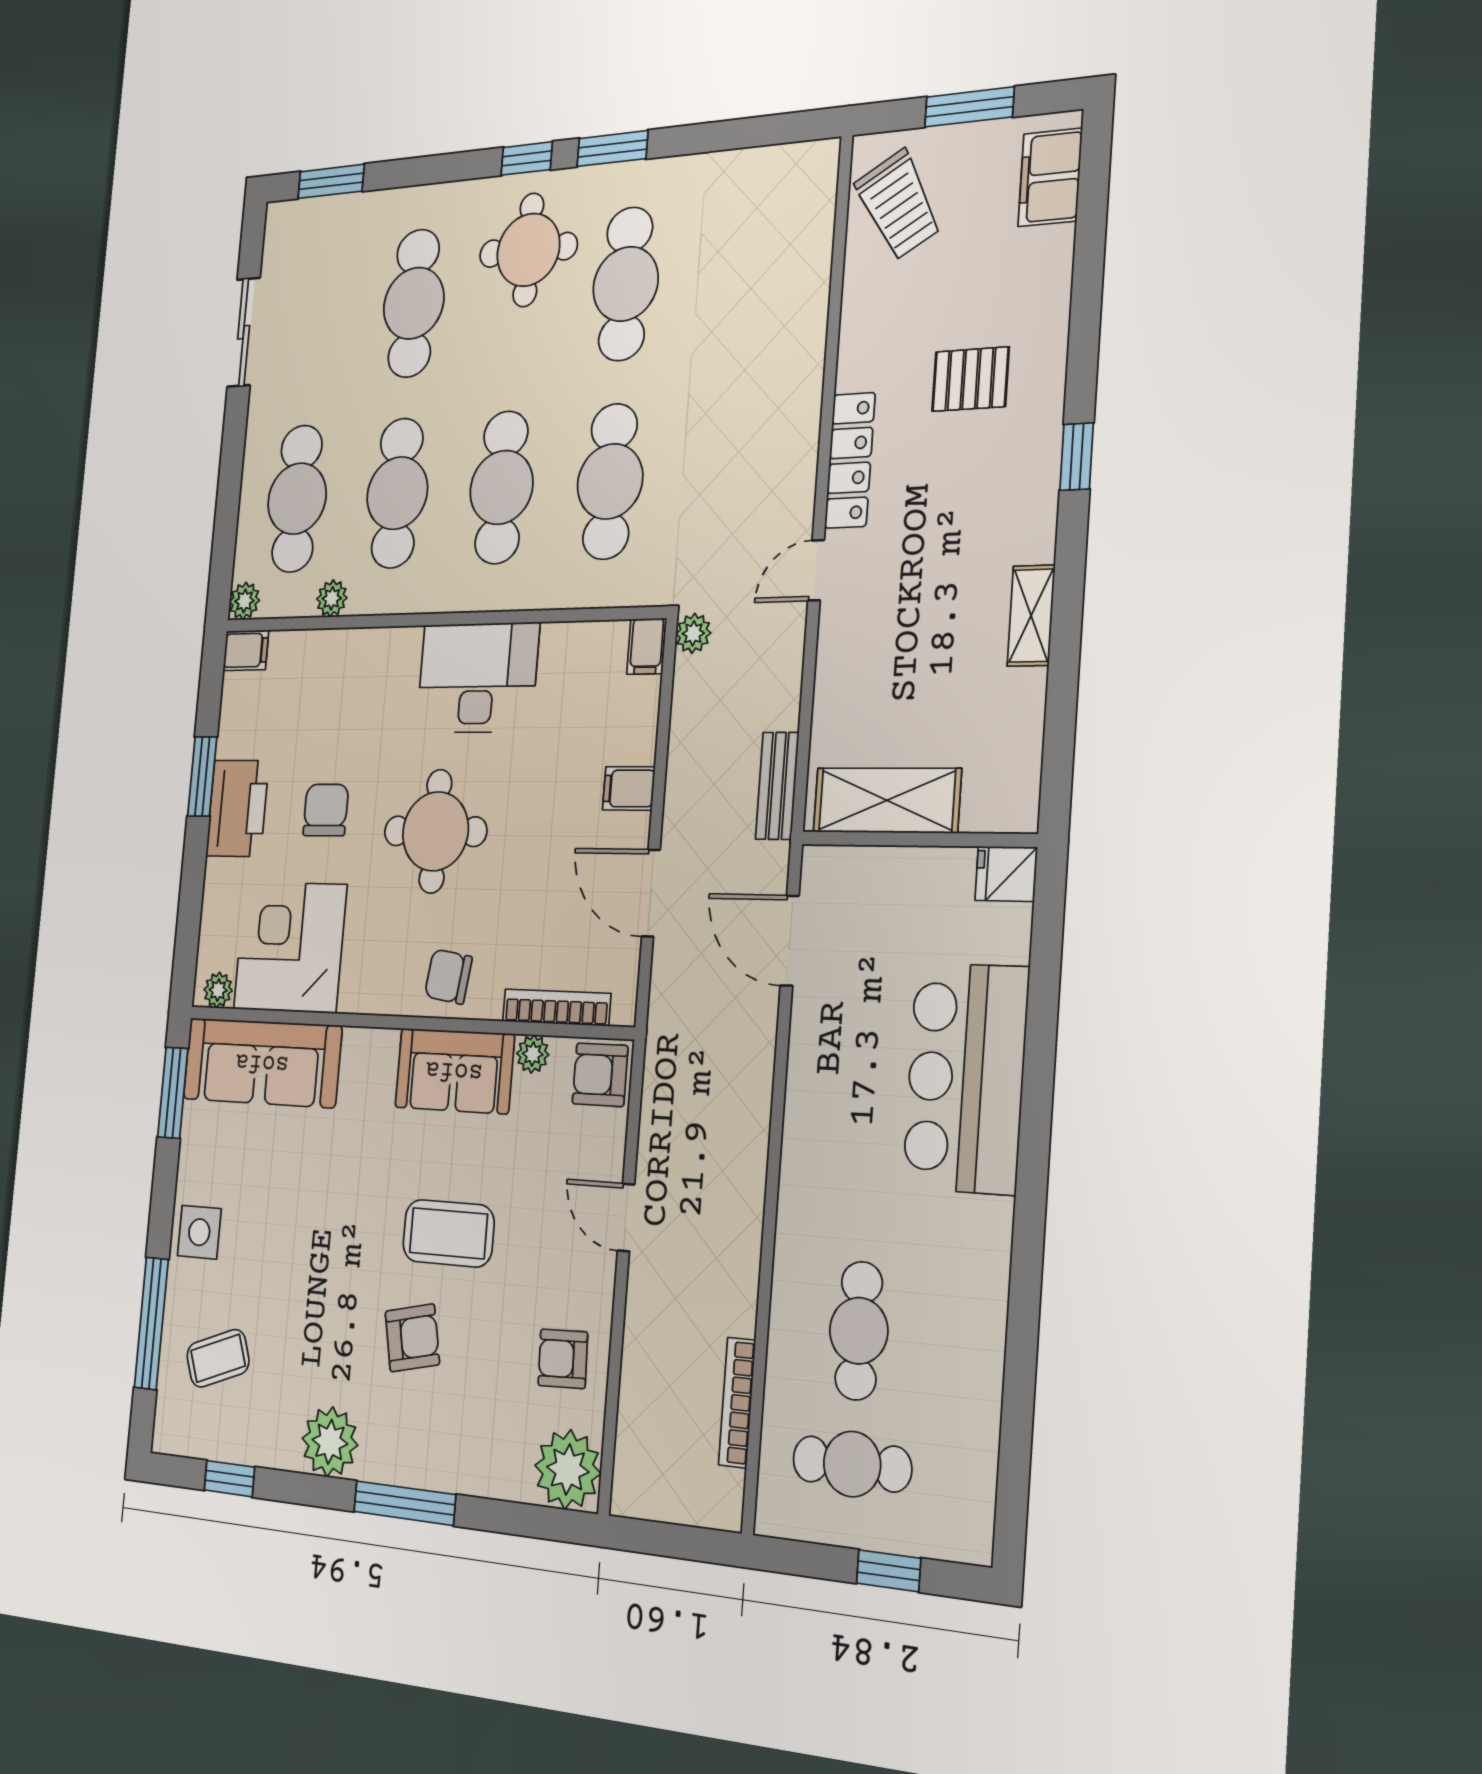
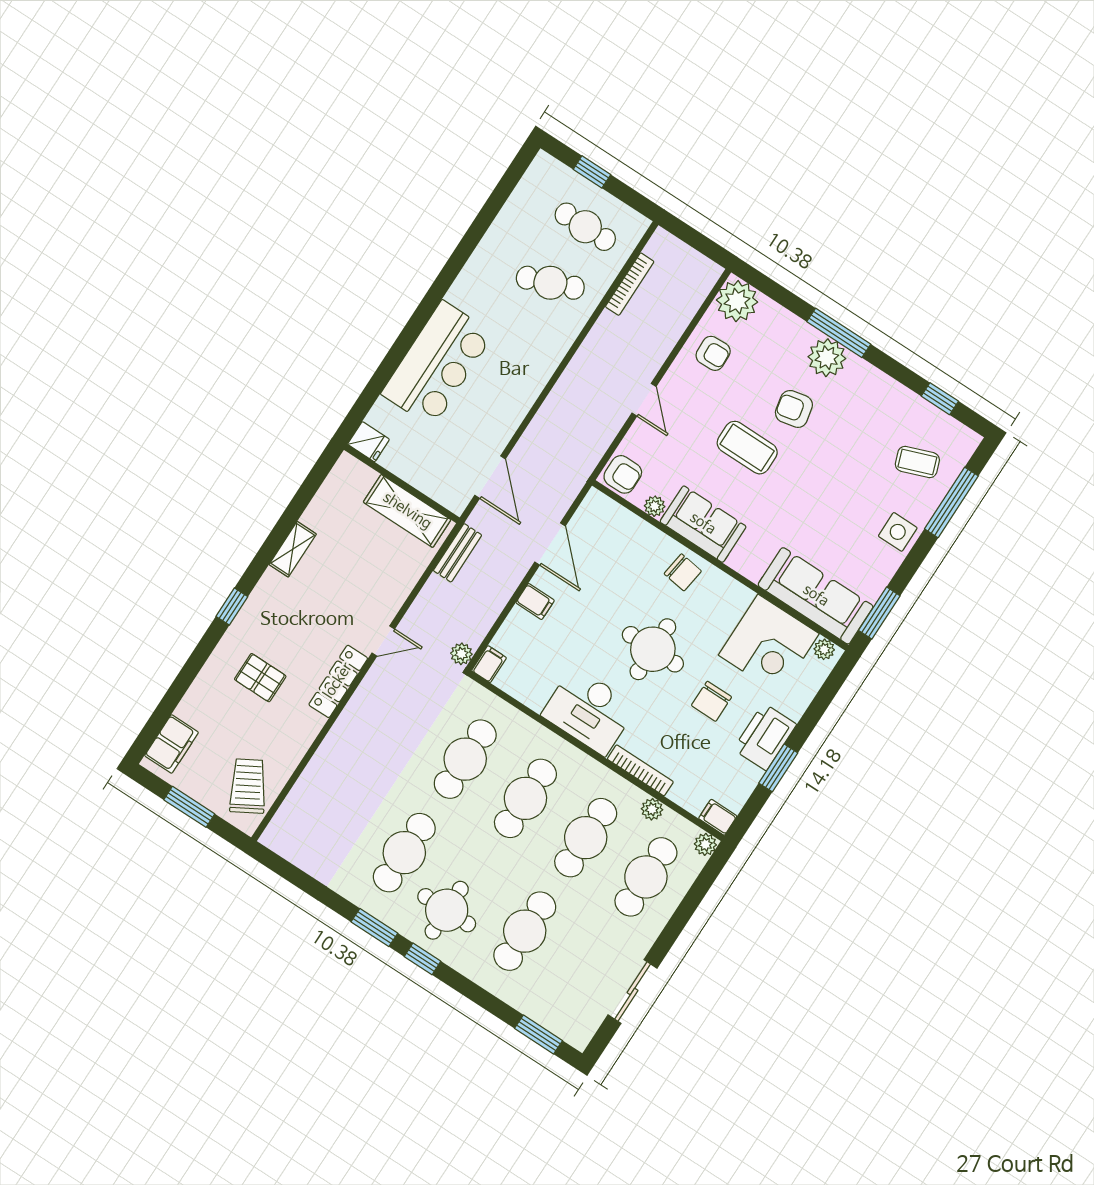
bookcase: (556, 1007) -> (640, 770), moved, turned 180
cafe table: (859, 1331) -> (550, 283), turned 69
plant: (330, 1442) -> (827, 358), moved

